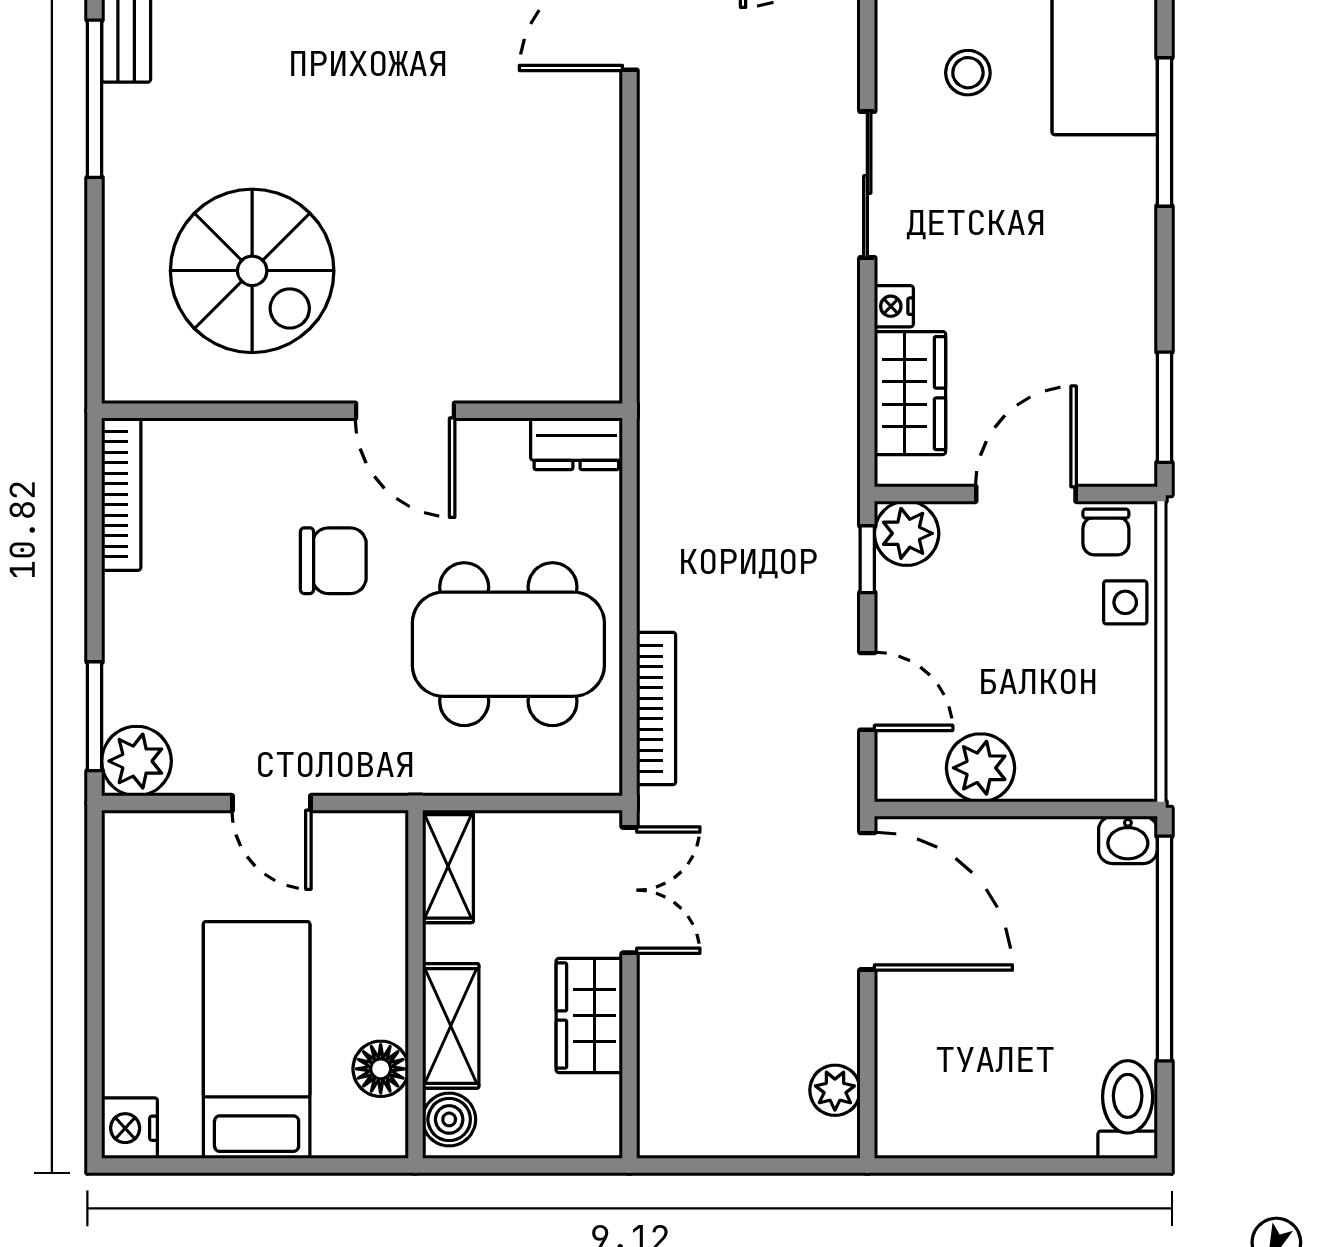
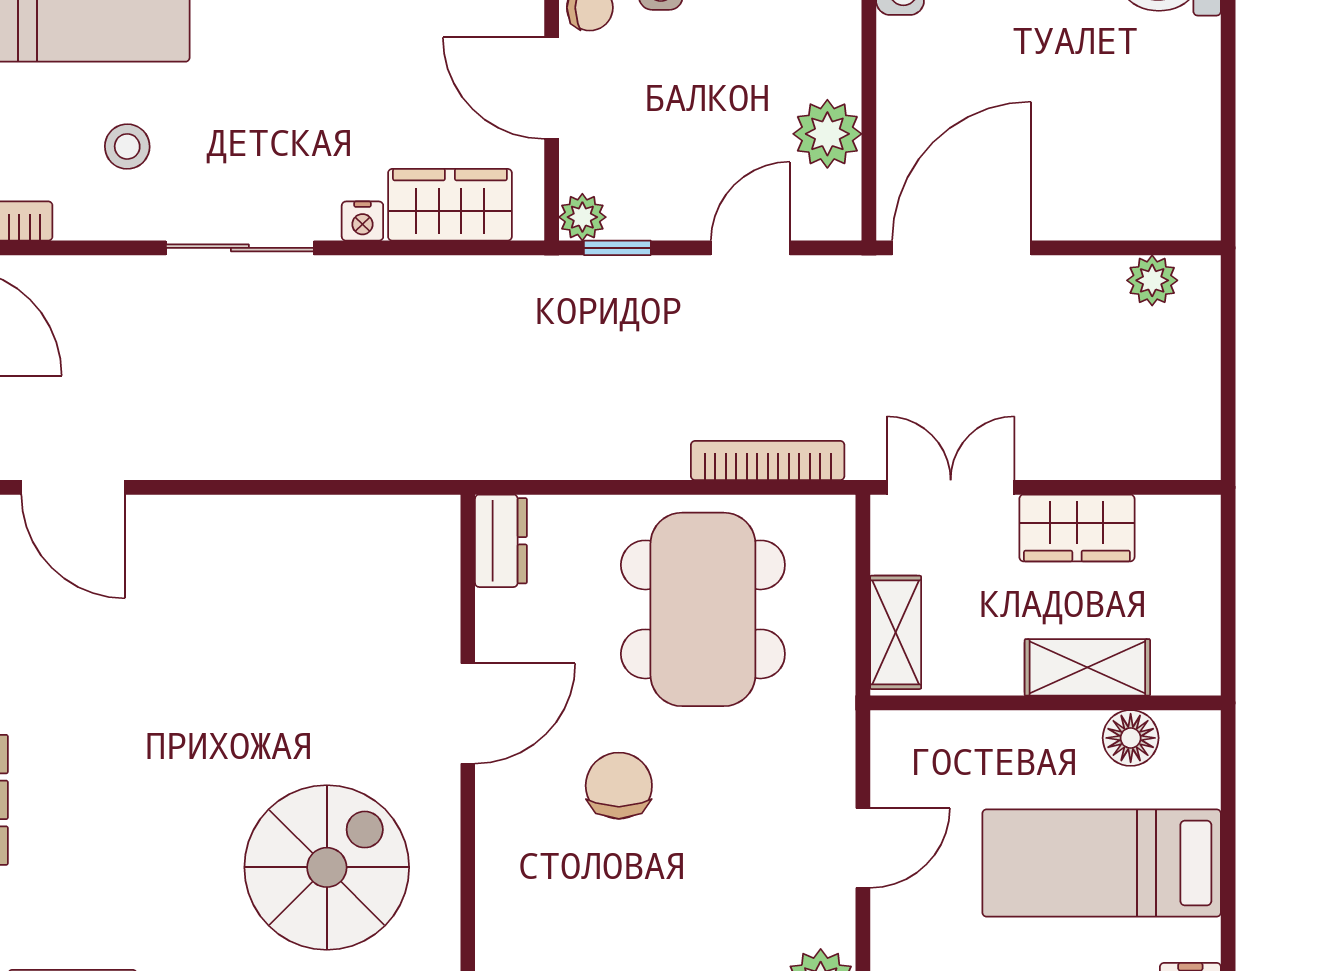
plant: (907, 533) -> (582, 217), width x0.73, depth x0.73
shelving: (448, 866) -> (896, 632), moved, turned 90
boiler: (449, 1119) -> (1182, 669), removed

